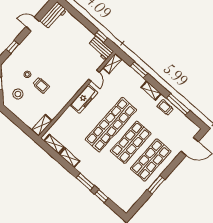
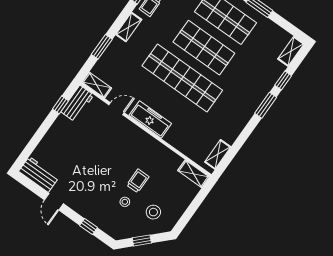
shelving: (70, 158) -> (291, 51), moved

